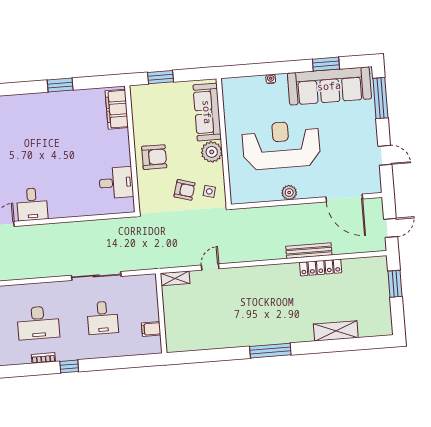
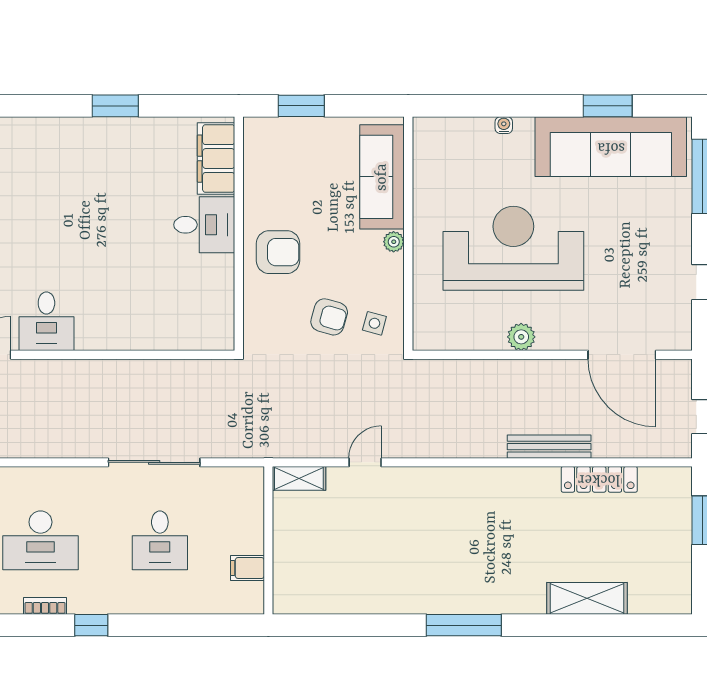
plant: (212, 152) -> (394, 242), width x0.53, depth x0.53
desk: (116, 183) -> (204, 225), moved
locker: (321, 267) -> (599, 479), moved

